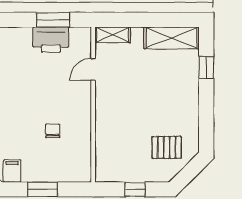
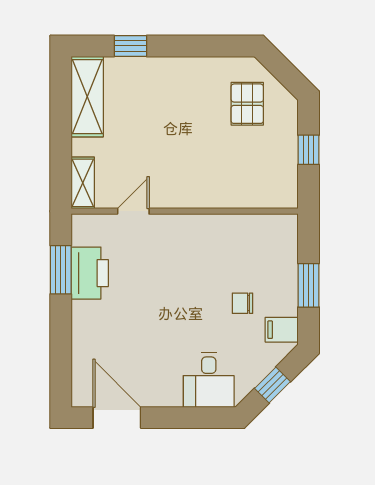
door: (93, 69) -> (133, 211), swing flipped
chair: (53, 131) -> (242, 303), moved

